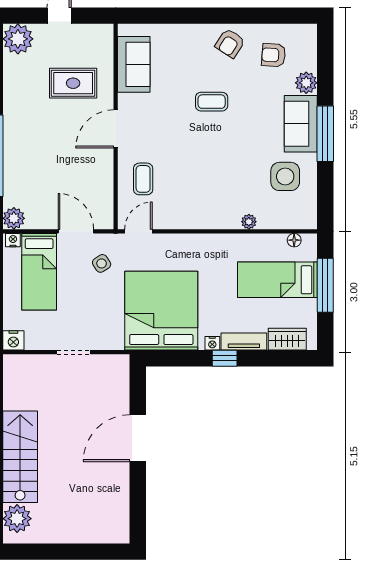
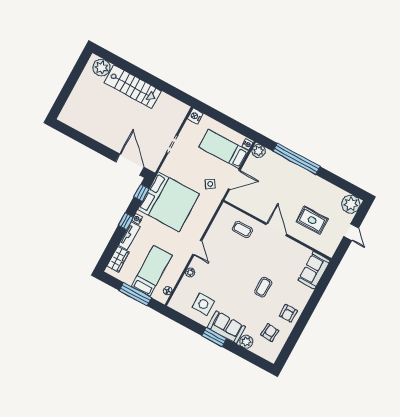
armchair: (230, 43) -> (288, 313), turned -123
sofa: (134, 64) -> (314, 270), moved, turned 90
rug: (73, 83) -> (312, 220), turned 90
window: (325, 134) -> (214, 337), width x0.69
door: (138, 231) -> (197, 248), moved
window: (170, 358) -> (141, 193), added
door: (138, 438) -> (130, 165), moved

